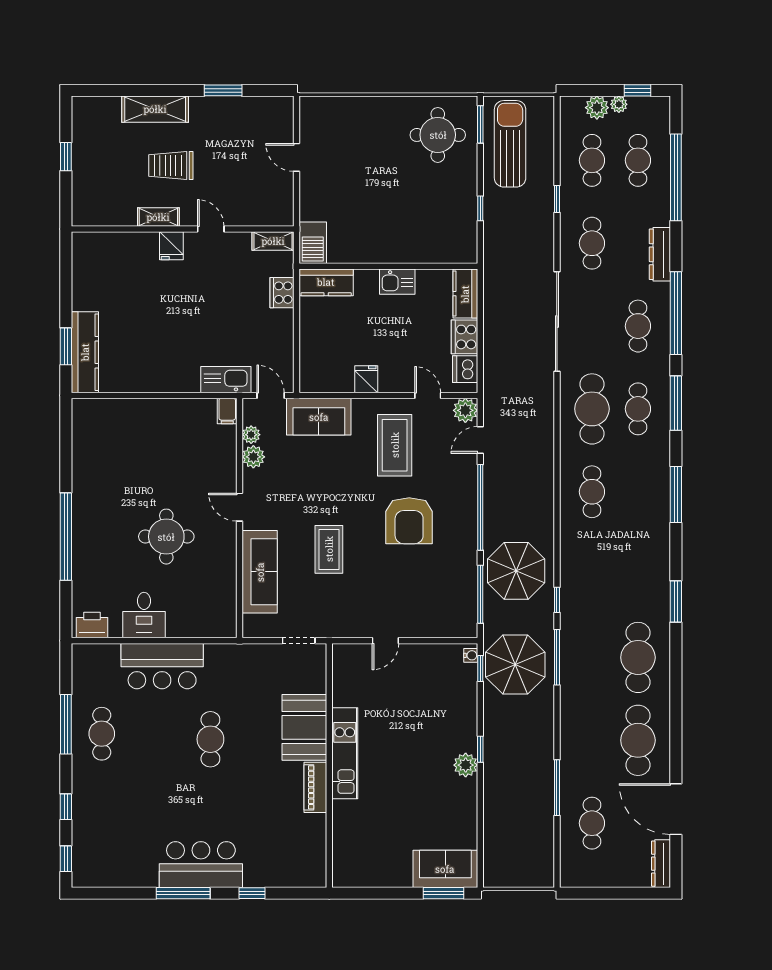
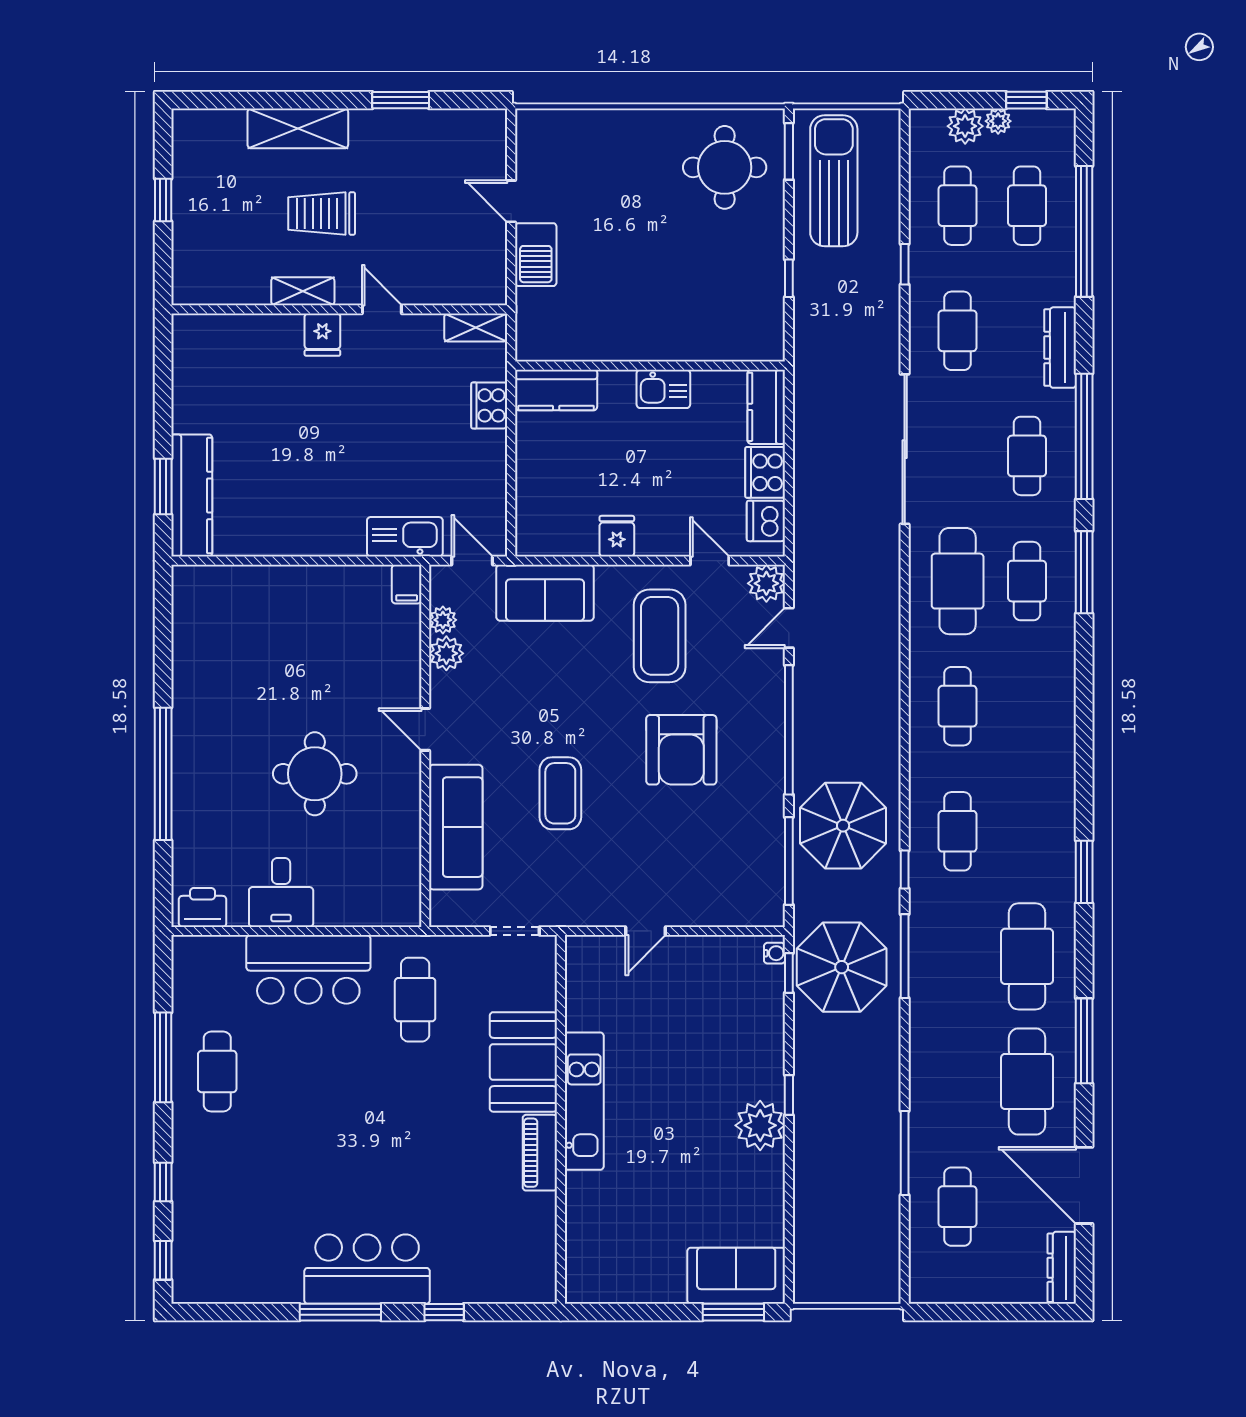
barbecue: (313, 243) -> (536, 255), moved
window: (676, 495) -> (1084, 1041), moved
cafe table: (592, 575) -> (958, 831), added
cafe table: (210, 739) -> (415, 1000), moved
plant: (466, 765) -> (760, 1125), width x1.36, depth x1.36

